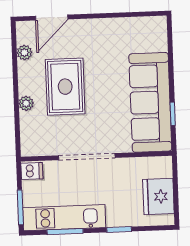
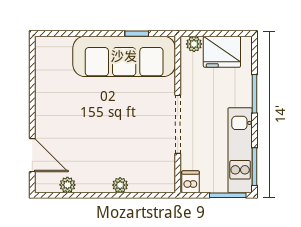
rug: (65, 87) -> (104, 144), removed
plant: (165, 169) -> (194, 44), added
window: (119, 229) -> (255, 94), width x1.50
window: (65, 232) -> (255, 167), moved

